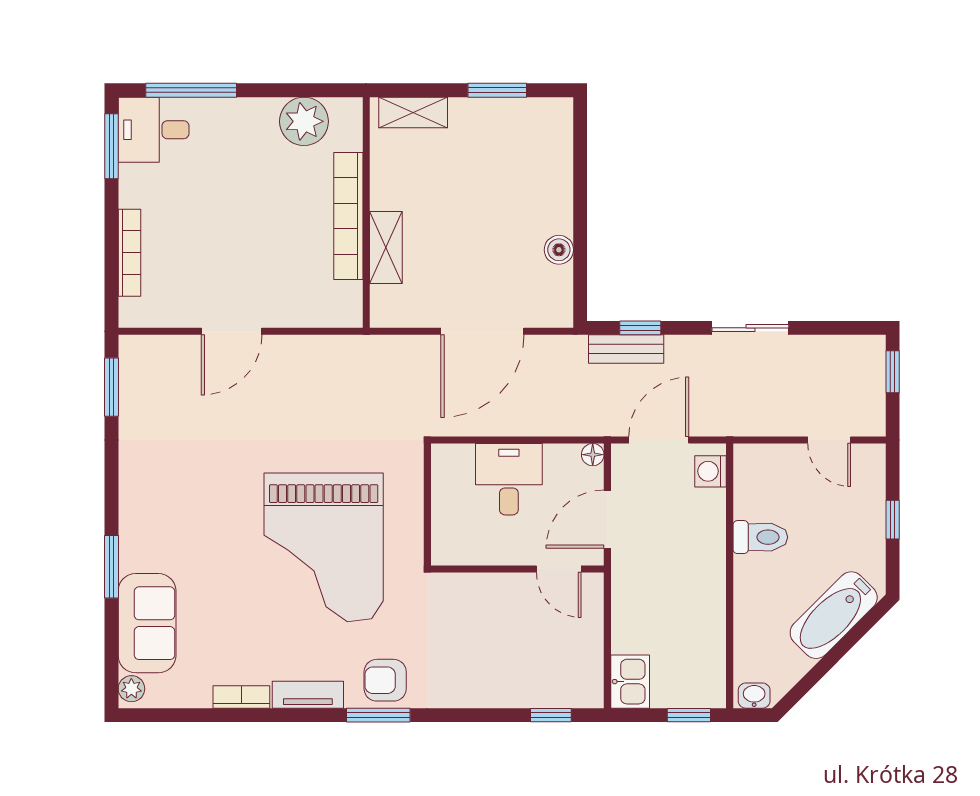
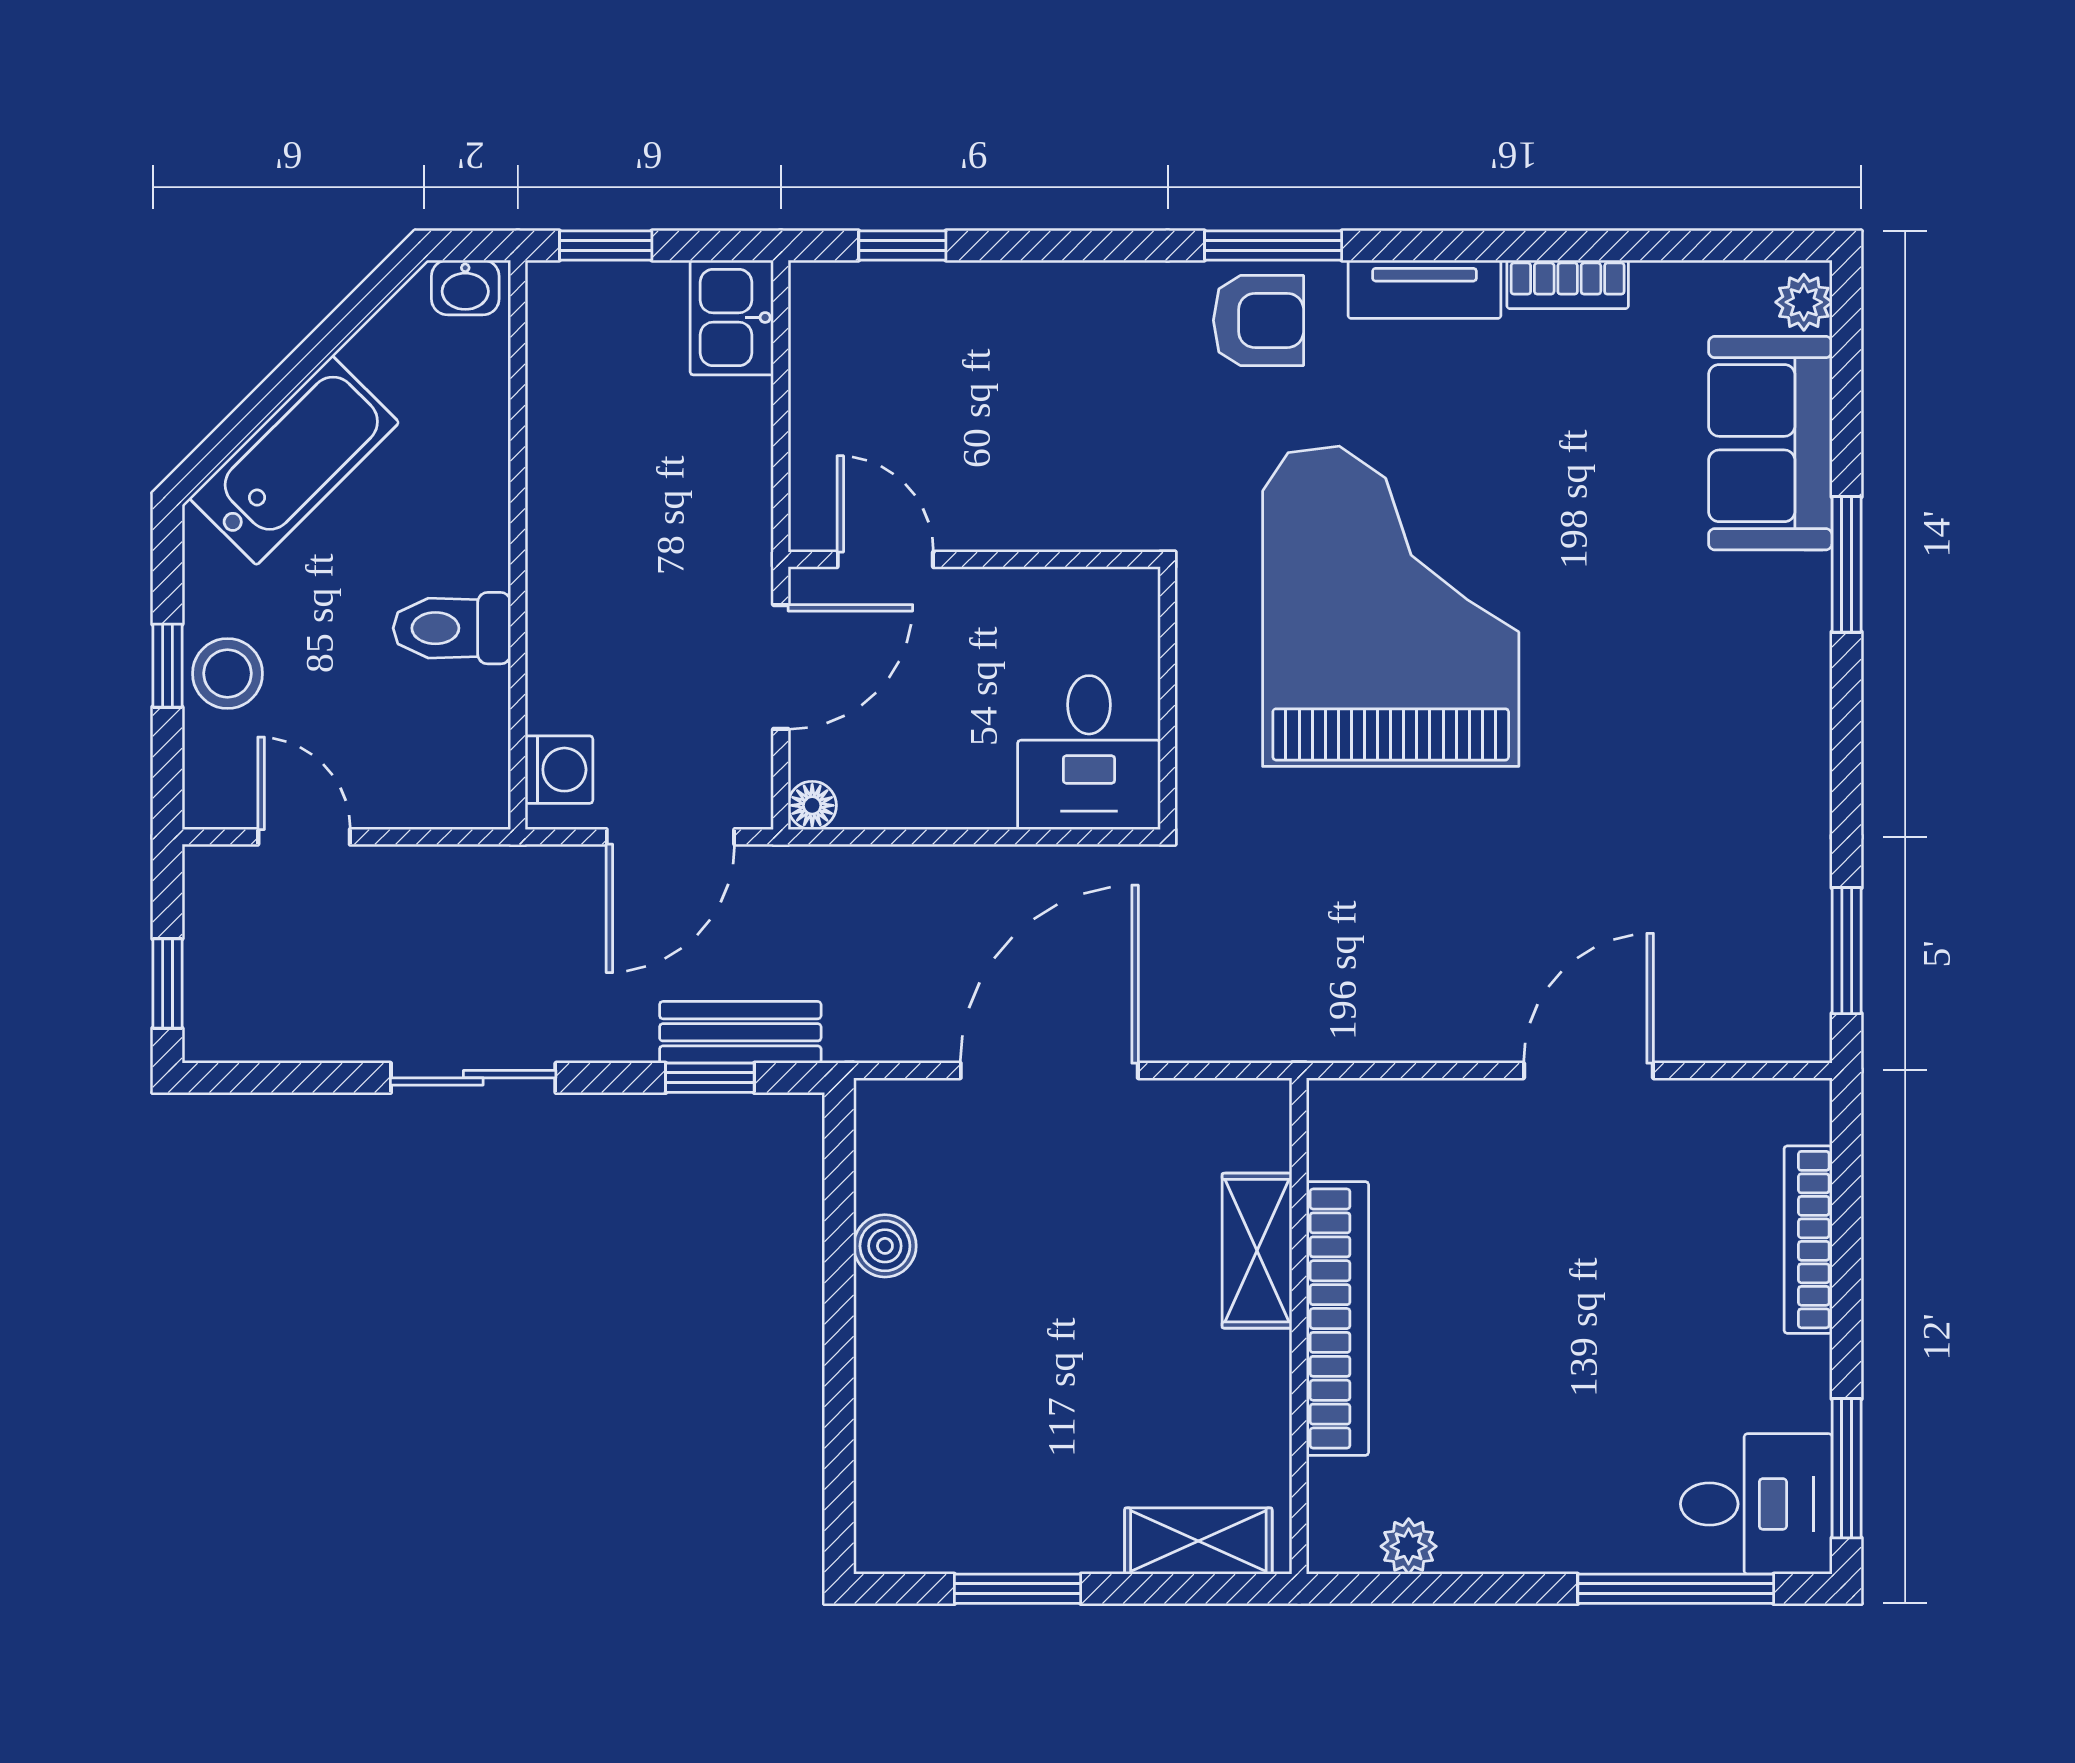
plant: (304, 121) -> (1409, 1546), width x0.53, depth x0.53
desk: (509, 479) -> (1089, 753), moved
stool: (865, 516) -> (227, 673), added

